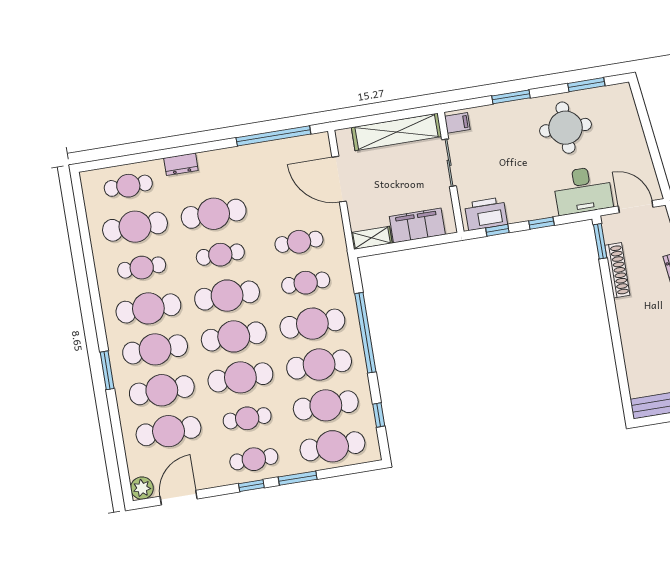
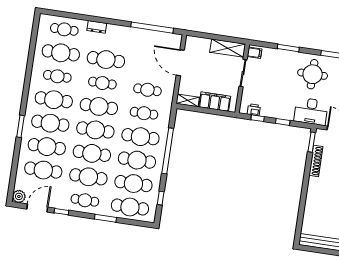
shelving: (396, 132) -> (228, 48), width x0.68
printer: (486, 214) -> (254, 110), width x0.53, depth x0.68
cafe table: (247, 418) -> (88, 177), width x1.37, depth x1.35
window: (251, 486) -> (61, 212), moved

